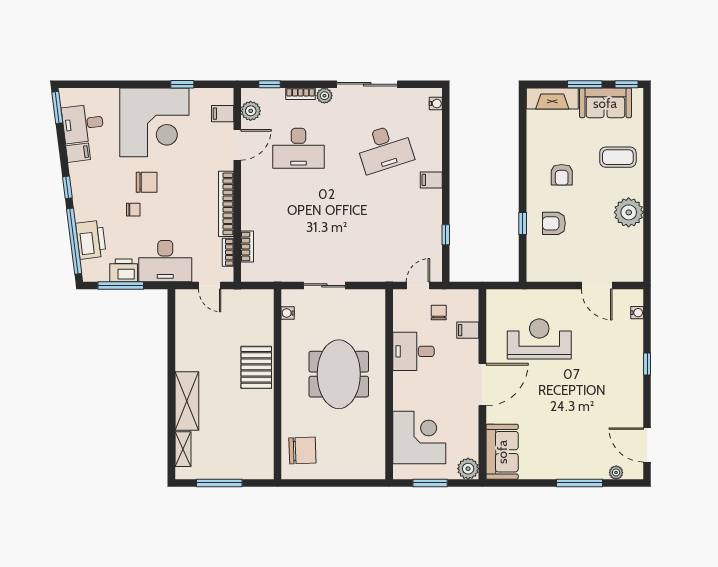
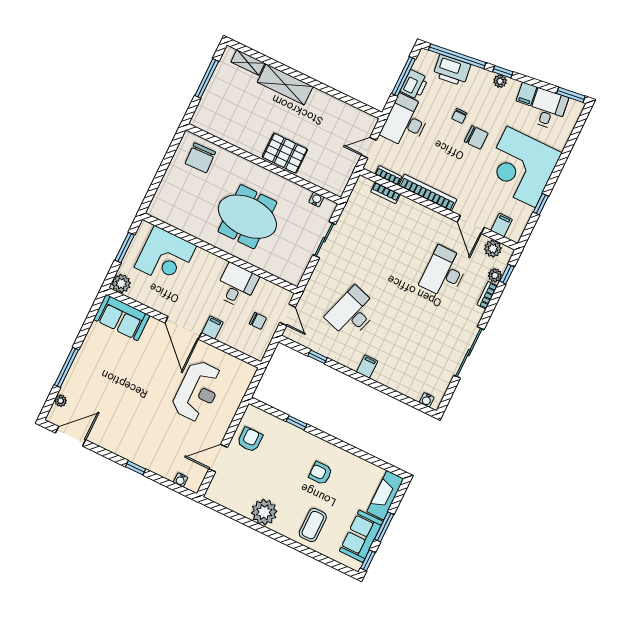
plant: (324, 96) -> (495, 275), moved
desk: (385, 148) -> (352, 313), moved, turned 36
chair: (147, 182) -> (476, 137), turned -90
plant: (78, 186) -> (500, 81), added
armchair: (554, 223) -> (250, 440), moved
filing cabinet: (468, 330) -> (212, 328), moved

